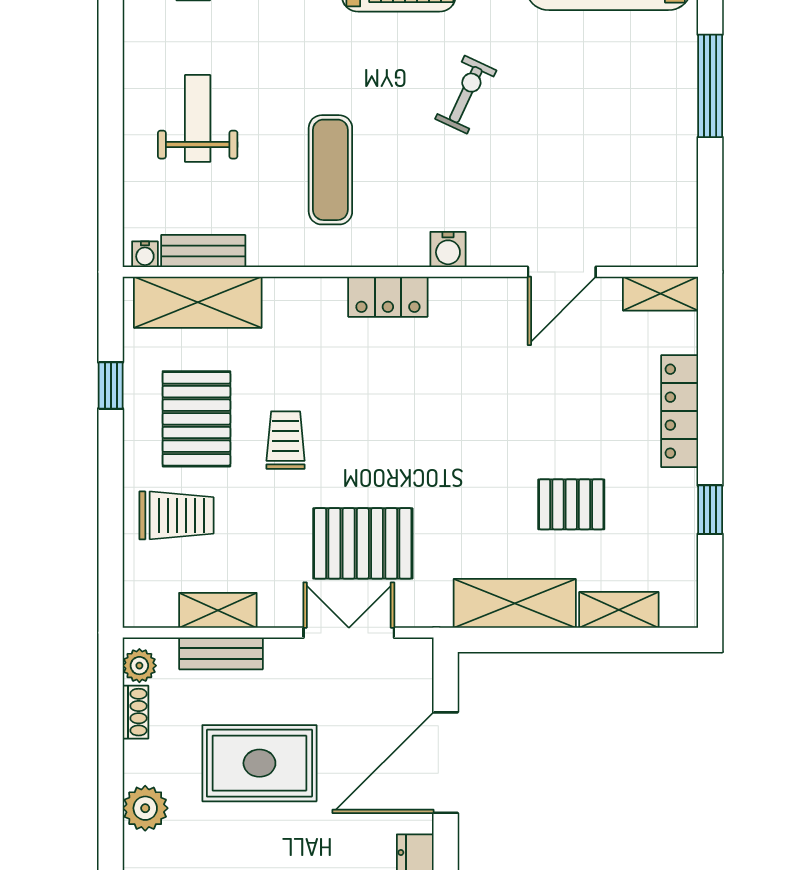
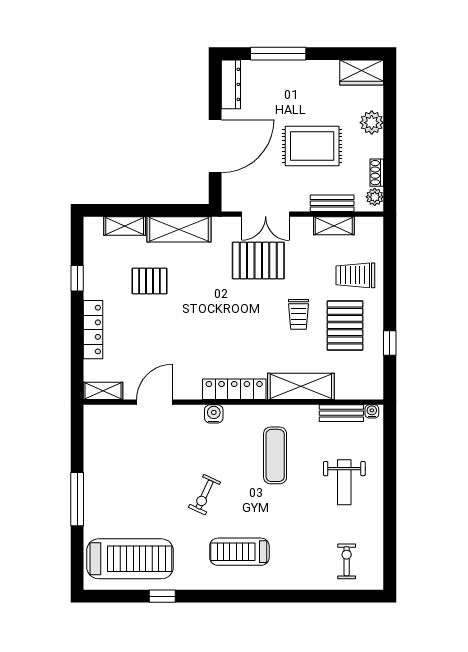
locker: (388, 297) -> (234, 389), width x1.53
shelving: (198, 302) -> (301, 386), moved

